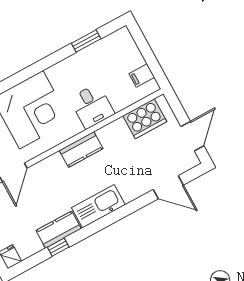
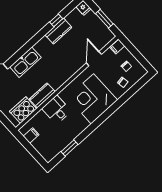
kitchen counter: (81, 149) -> (42, 95), moved
kitchen sink: (98, 206) -> (25, 62), moved

